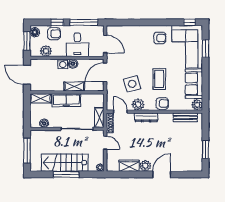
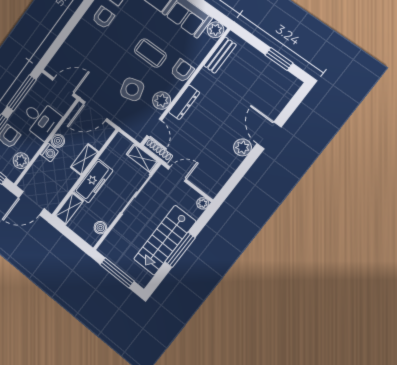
door: (105, 72) -> (95, 111), hinge flipped
door: (120, 112) -> (154, 128), swing flipped
wardrobe: (129, 166) -> (227, 167), removed

